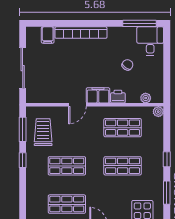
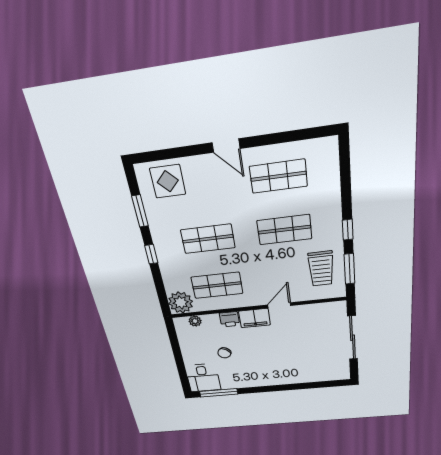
bookcase: (81, 33) -> (284, 379), removed
filing cabinet: (48, 35) -> (324, 373), removed
plant: (158, 112) -> (181, 303), width x1.88, depth x1.88

